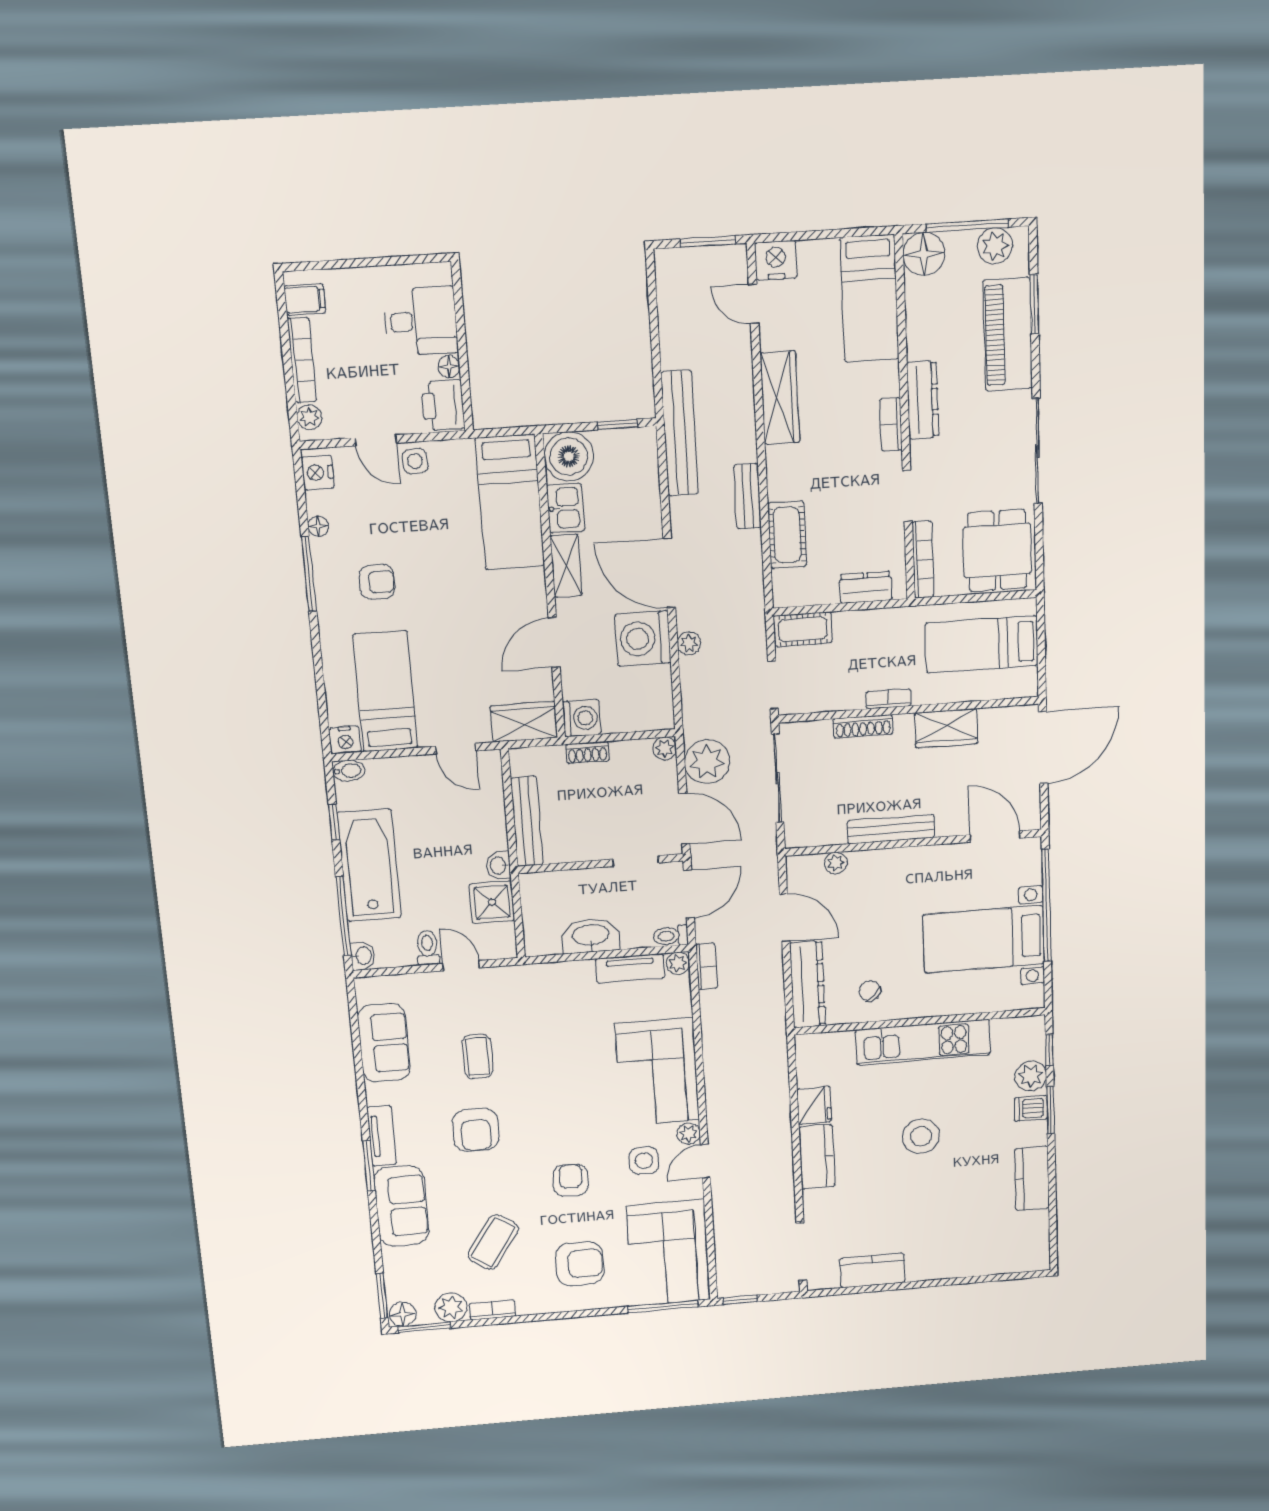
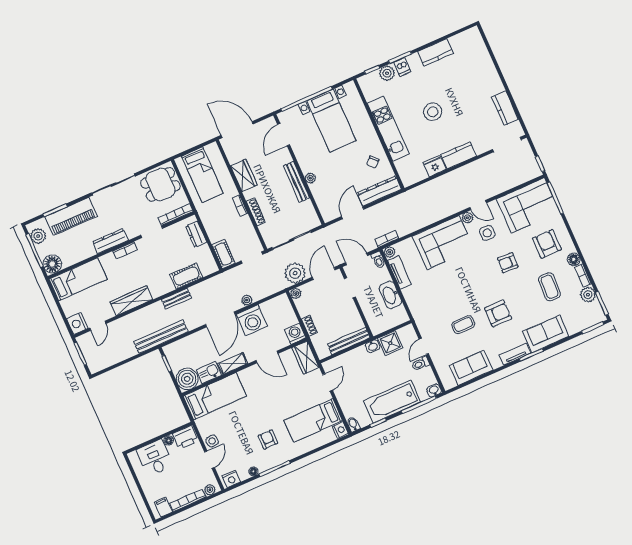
plant: (836, 863) -> (310, 178), moved
coffee table: (493, 1242) -> (549, 287), turned 58
floor lamp: (403, 1314) -> (574, 259), moved

